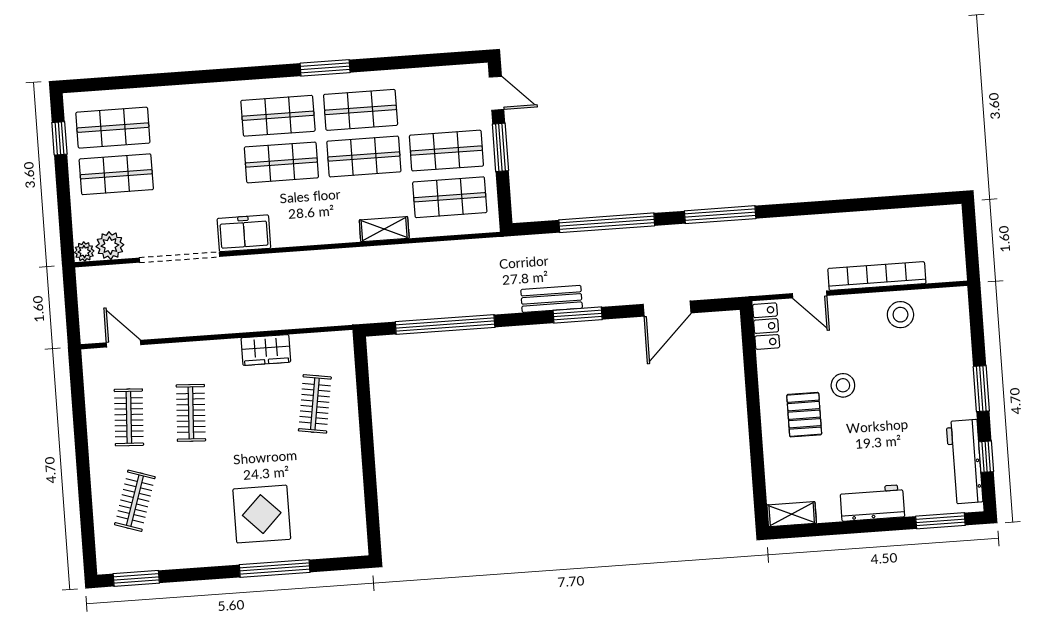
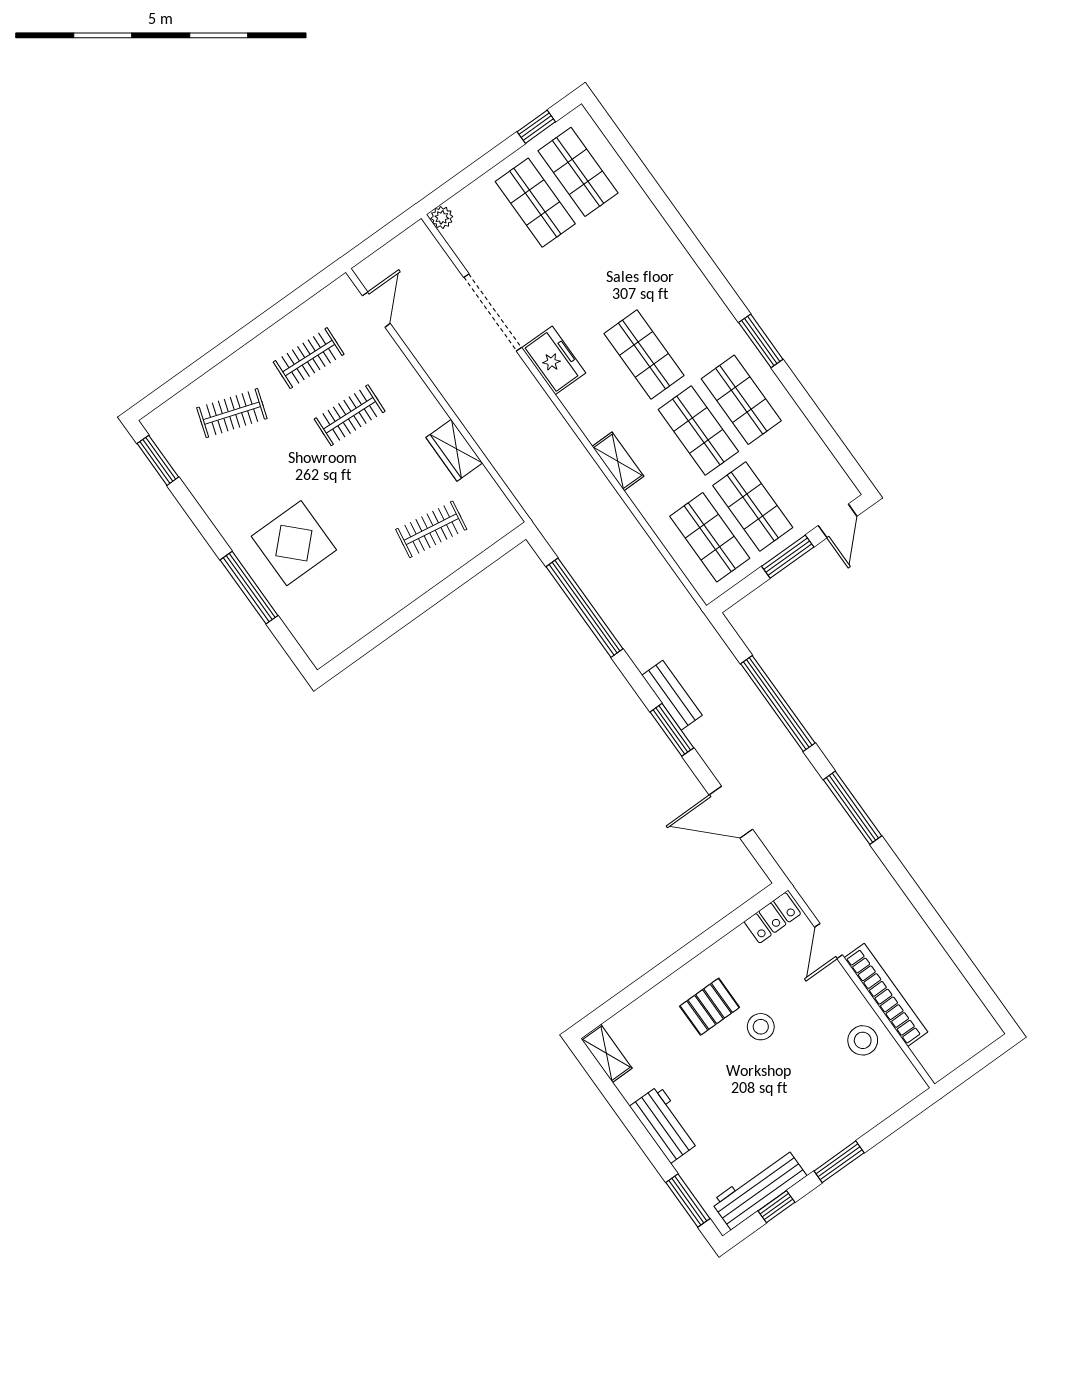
shop shelf: (278, 116) -> (687, 324), removed
shelving: (384, 229) -> (618, 461), moved
plant: (110, 246) -> (463, 239), removed

